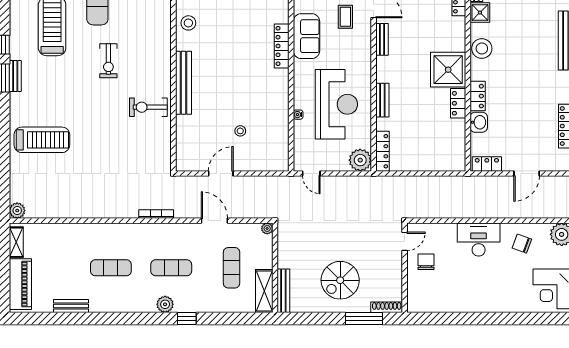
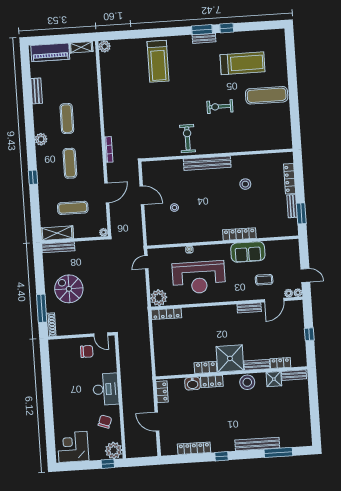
stool: (188, 23) -> (245, 184), moved
bench: (382, 100) -> (257, 365), moved
plant: (165, 304) -> (41, 139), moved

